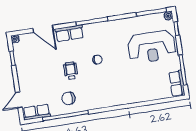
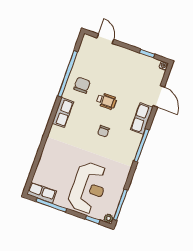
door: (43, 29) -> (159, 96), swing flipped
reception desk: (152, 47) -> (88, 188), turned 180
row of seats: (37, 112) -> (63, 112), moved

